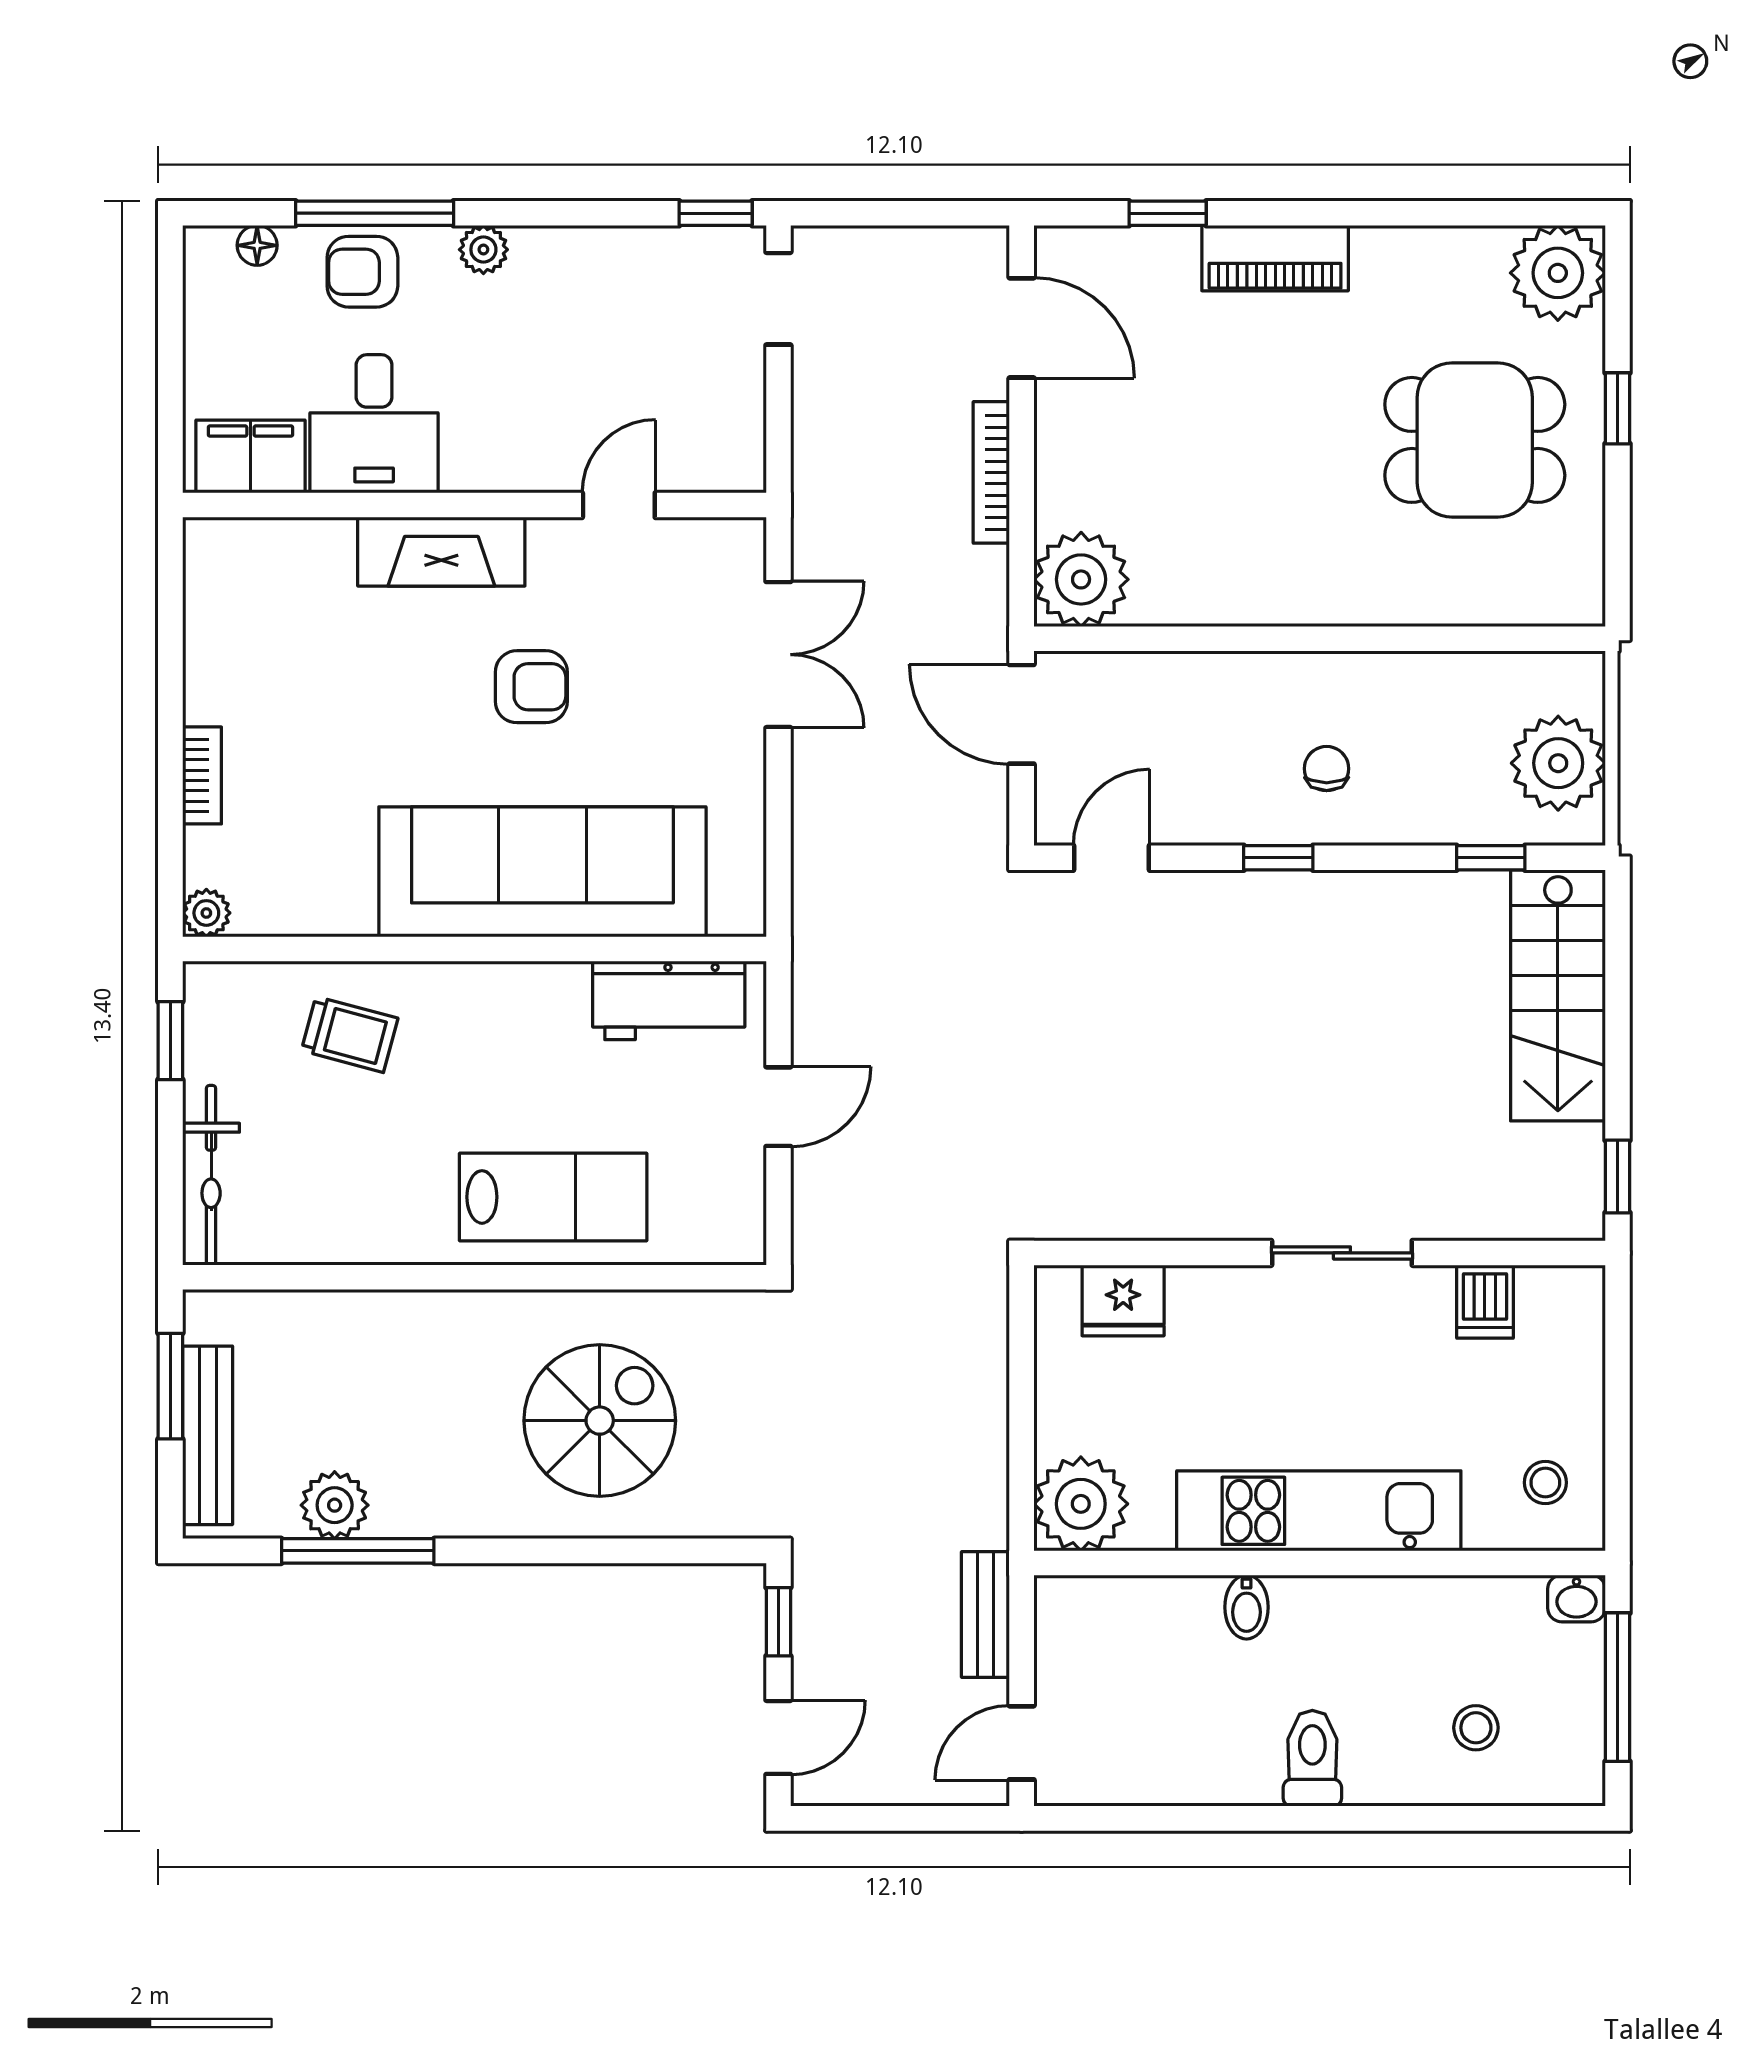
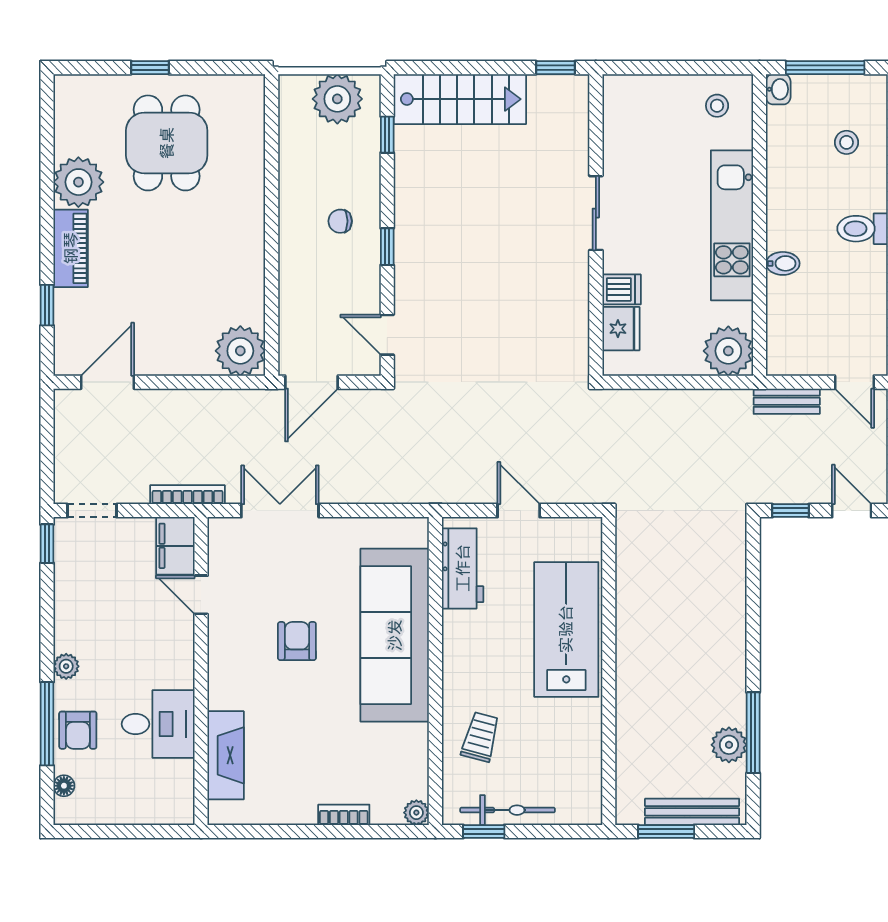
plant: (1558, 273) -> (78, 182), moved
filing cabinet: (250, 457) -> (175, 546), moved
bookcase: (991, 472) -> (188, 495), moved, turned 180
fireplace: (441, 552) -> (226, 755), moved
bicycle: (211, 1175) -> (508, 810), moved
lab bench: (553, 1197) -> (566, 629), width x1.36, depth x1.39
dishwasher: (1485, 1302) -> (622, 289), moved
spiral stairs: (600, 1421) -> (684, 605), removed

